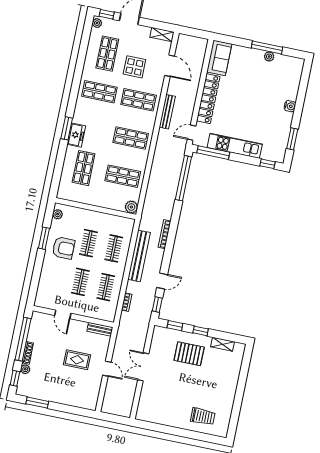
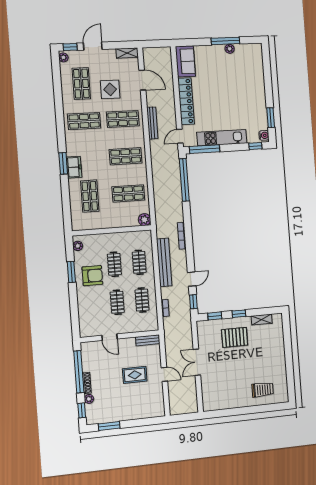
water cooler: (290, 106) -> (264, 135), moved

